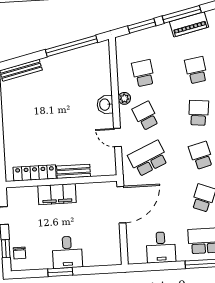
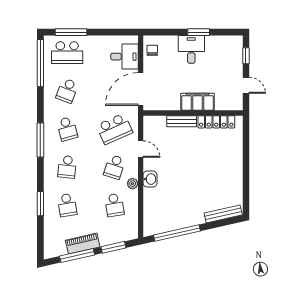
piano: (189, 24) -> (83, 244), moved
school desk: (146, 116) -> (114, 167), turned 42
desk: (161, 247) -> (124, 57), moved, turned 90
chair: (19, 253) -> (152, 50), moved

